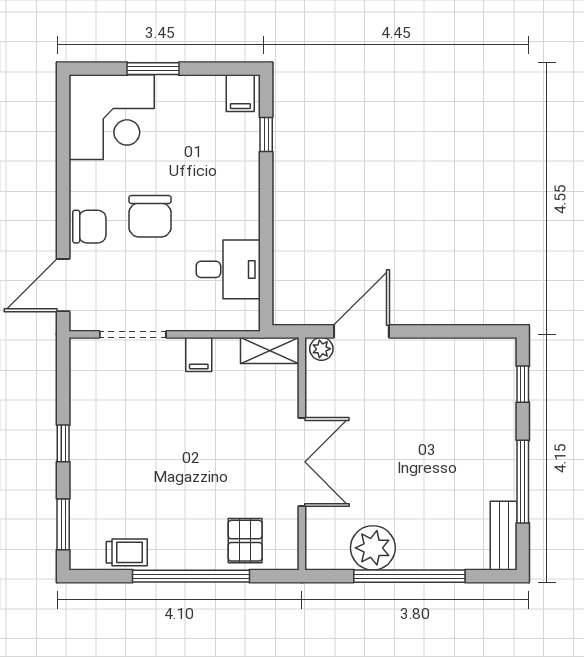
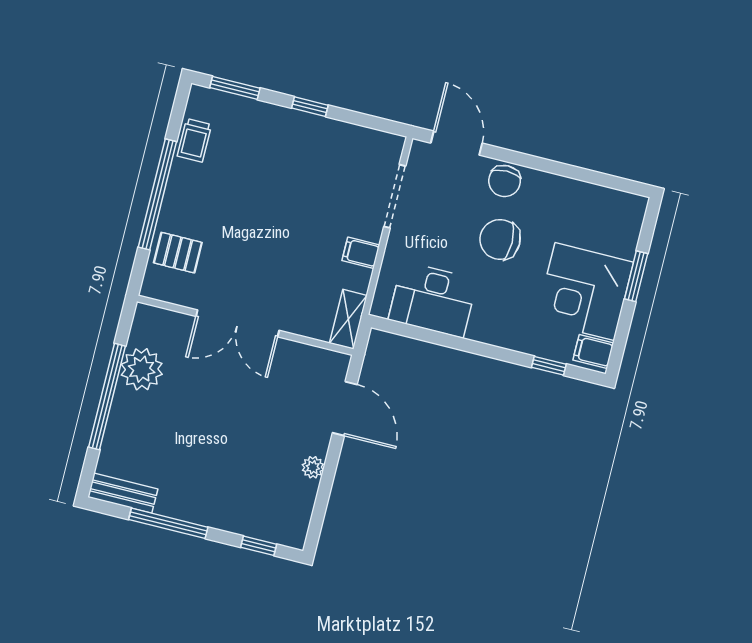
corner desk: (112, 117) -> (585, 292), moved
desk: (228, 269) -> (433, 300), width x1.37
plant: (321, 349) -> (313, 467), moved

